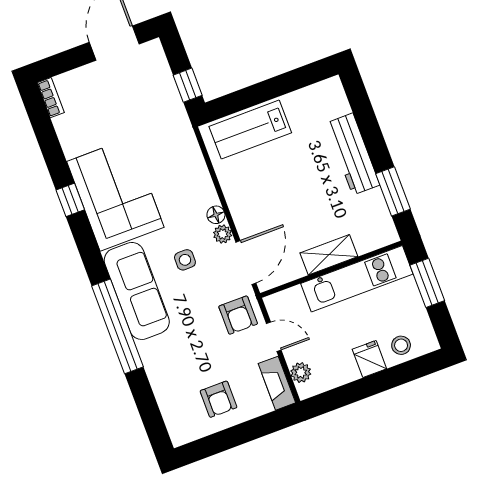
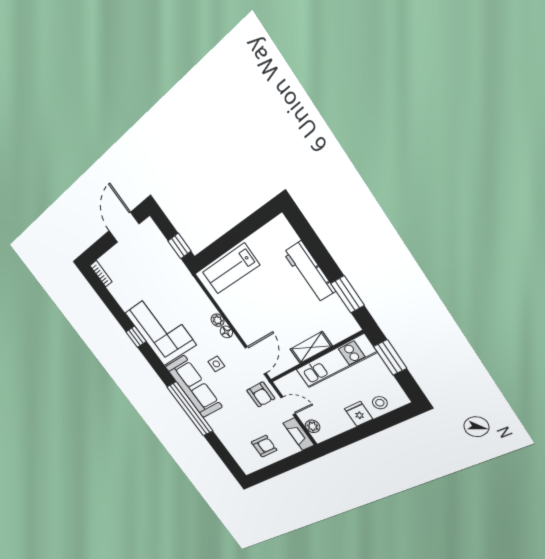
plant: (223, 234) -> (218, 320), moved
armchair: (219, 399) -> (264, 446), turned -90

